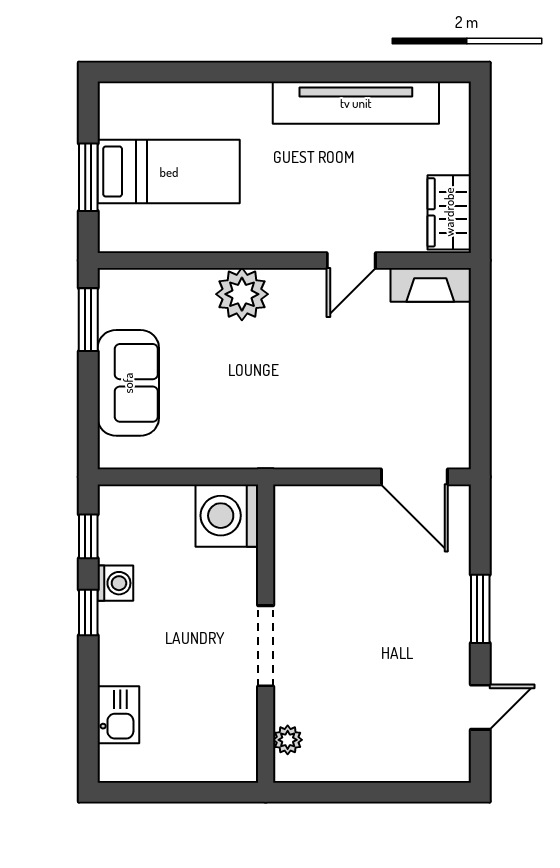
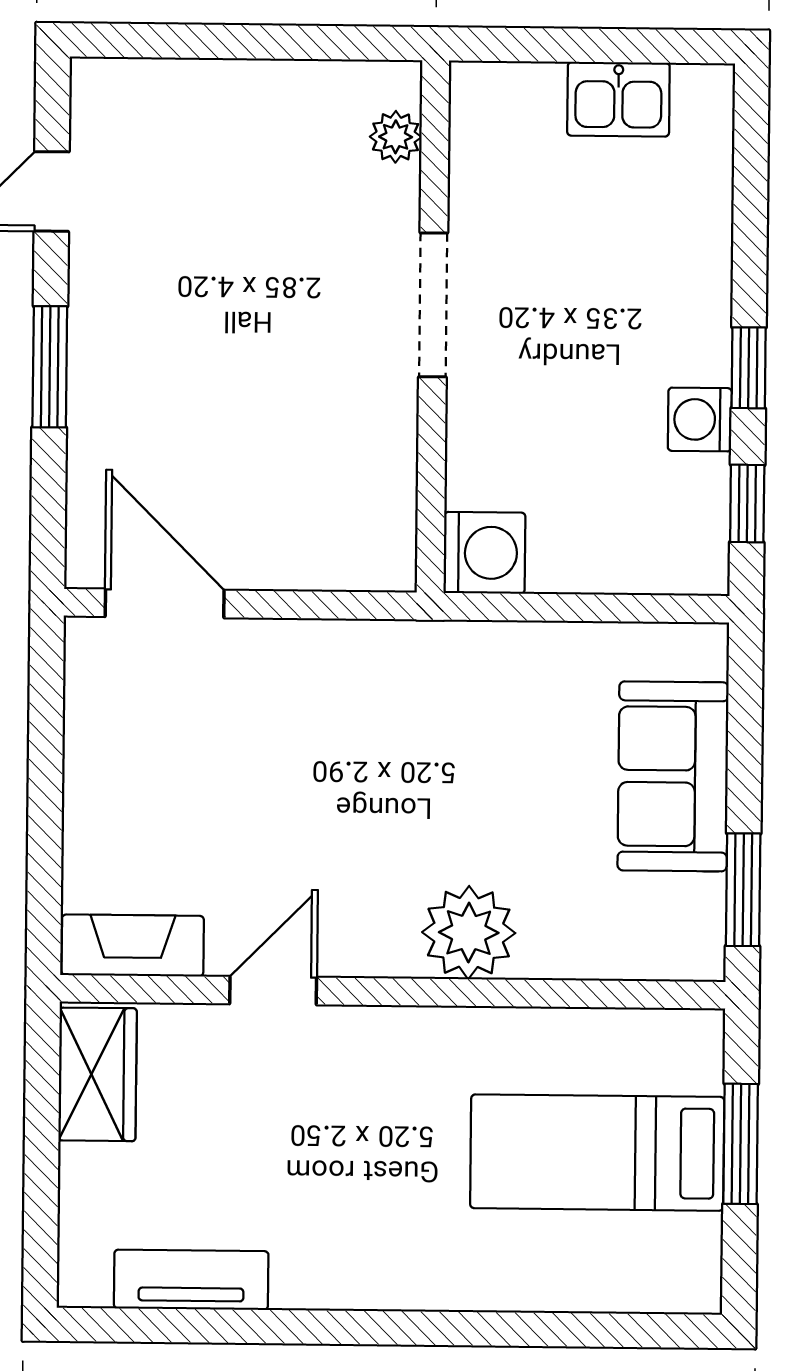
tv unit: (356, 103) -> (191, 1280), width x0.52, depth x0.78
washing machine: (227, 516) -> (484, 553), width x0.73, depth x0.73
kitchen sink: (118, 715) -> (618, 99), moved, turned -90

